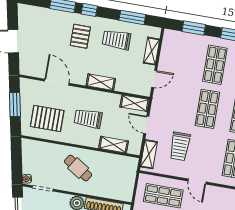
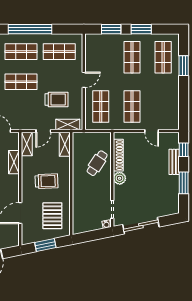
shelving: (101, 82) -> (14, 162), moved
trolley: (88, 119) -> (46, 181), turned -92
shelving: (114, 145) -> (65, 144), moved
cafe table: (78, 168) -> (97, 163), moved

